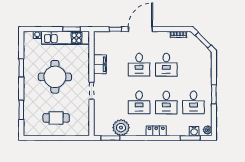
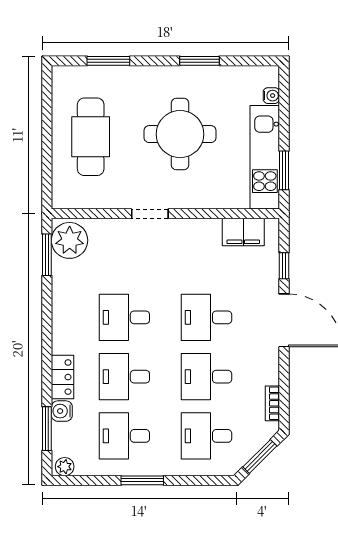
filing cabinet: (100, 64) -> (243, 232), moved
desk: (193, 65) -> (206, 436), added
cafe table: (56, 118) -> (91, 137), width x1.37, depth x1.35
plant: (121, 128) -> (70, 240), moved
locker: (156, 131) -> (62, 377), moved
water cooler: (194, 131) -> (62, 411), moved

